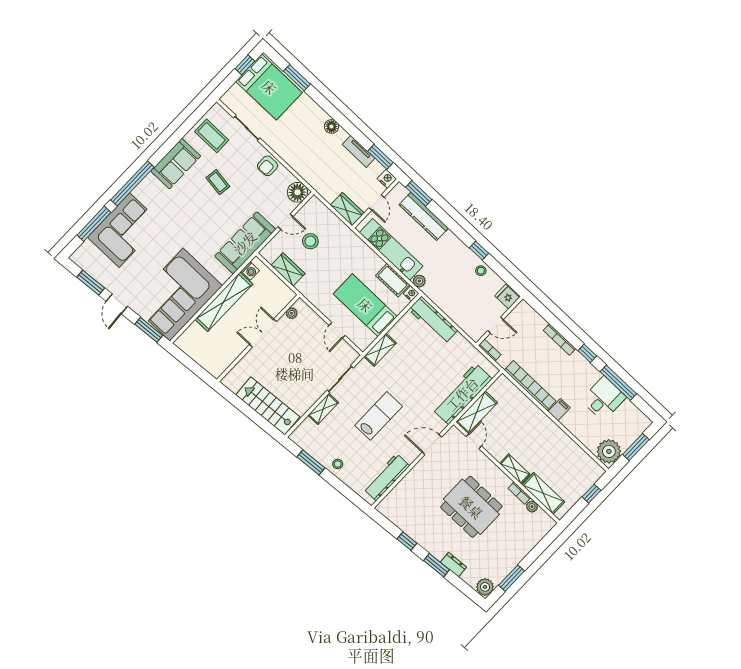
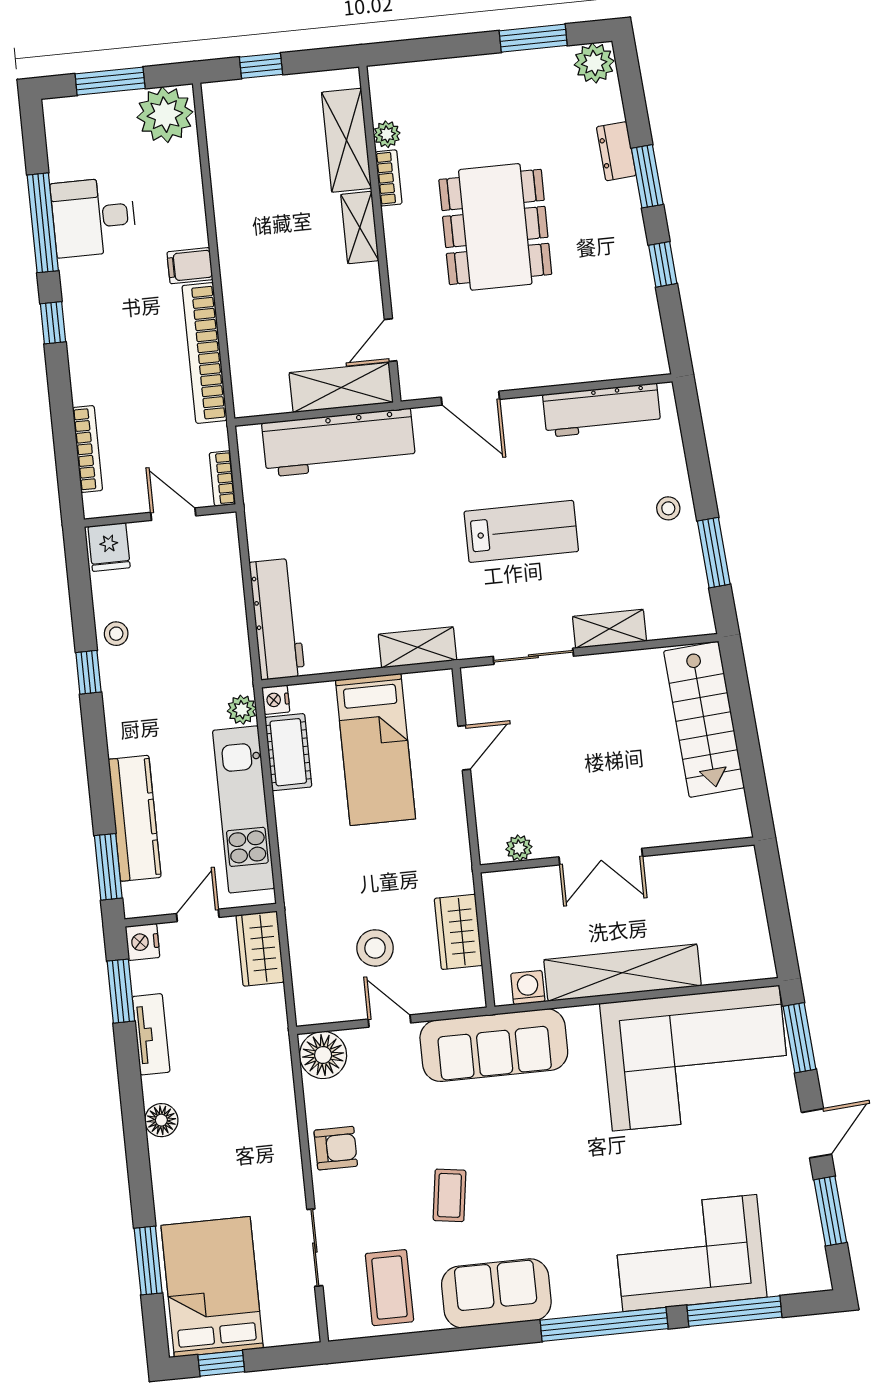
bookcase: (559, 340) -> (87, 449), moved
lab bench: (379, 416) -> (521, 531), turned 180

